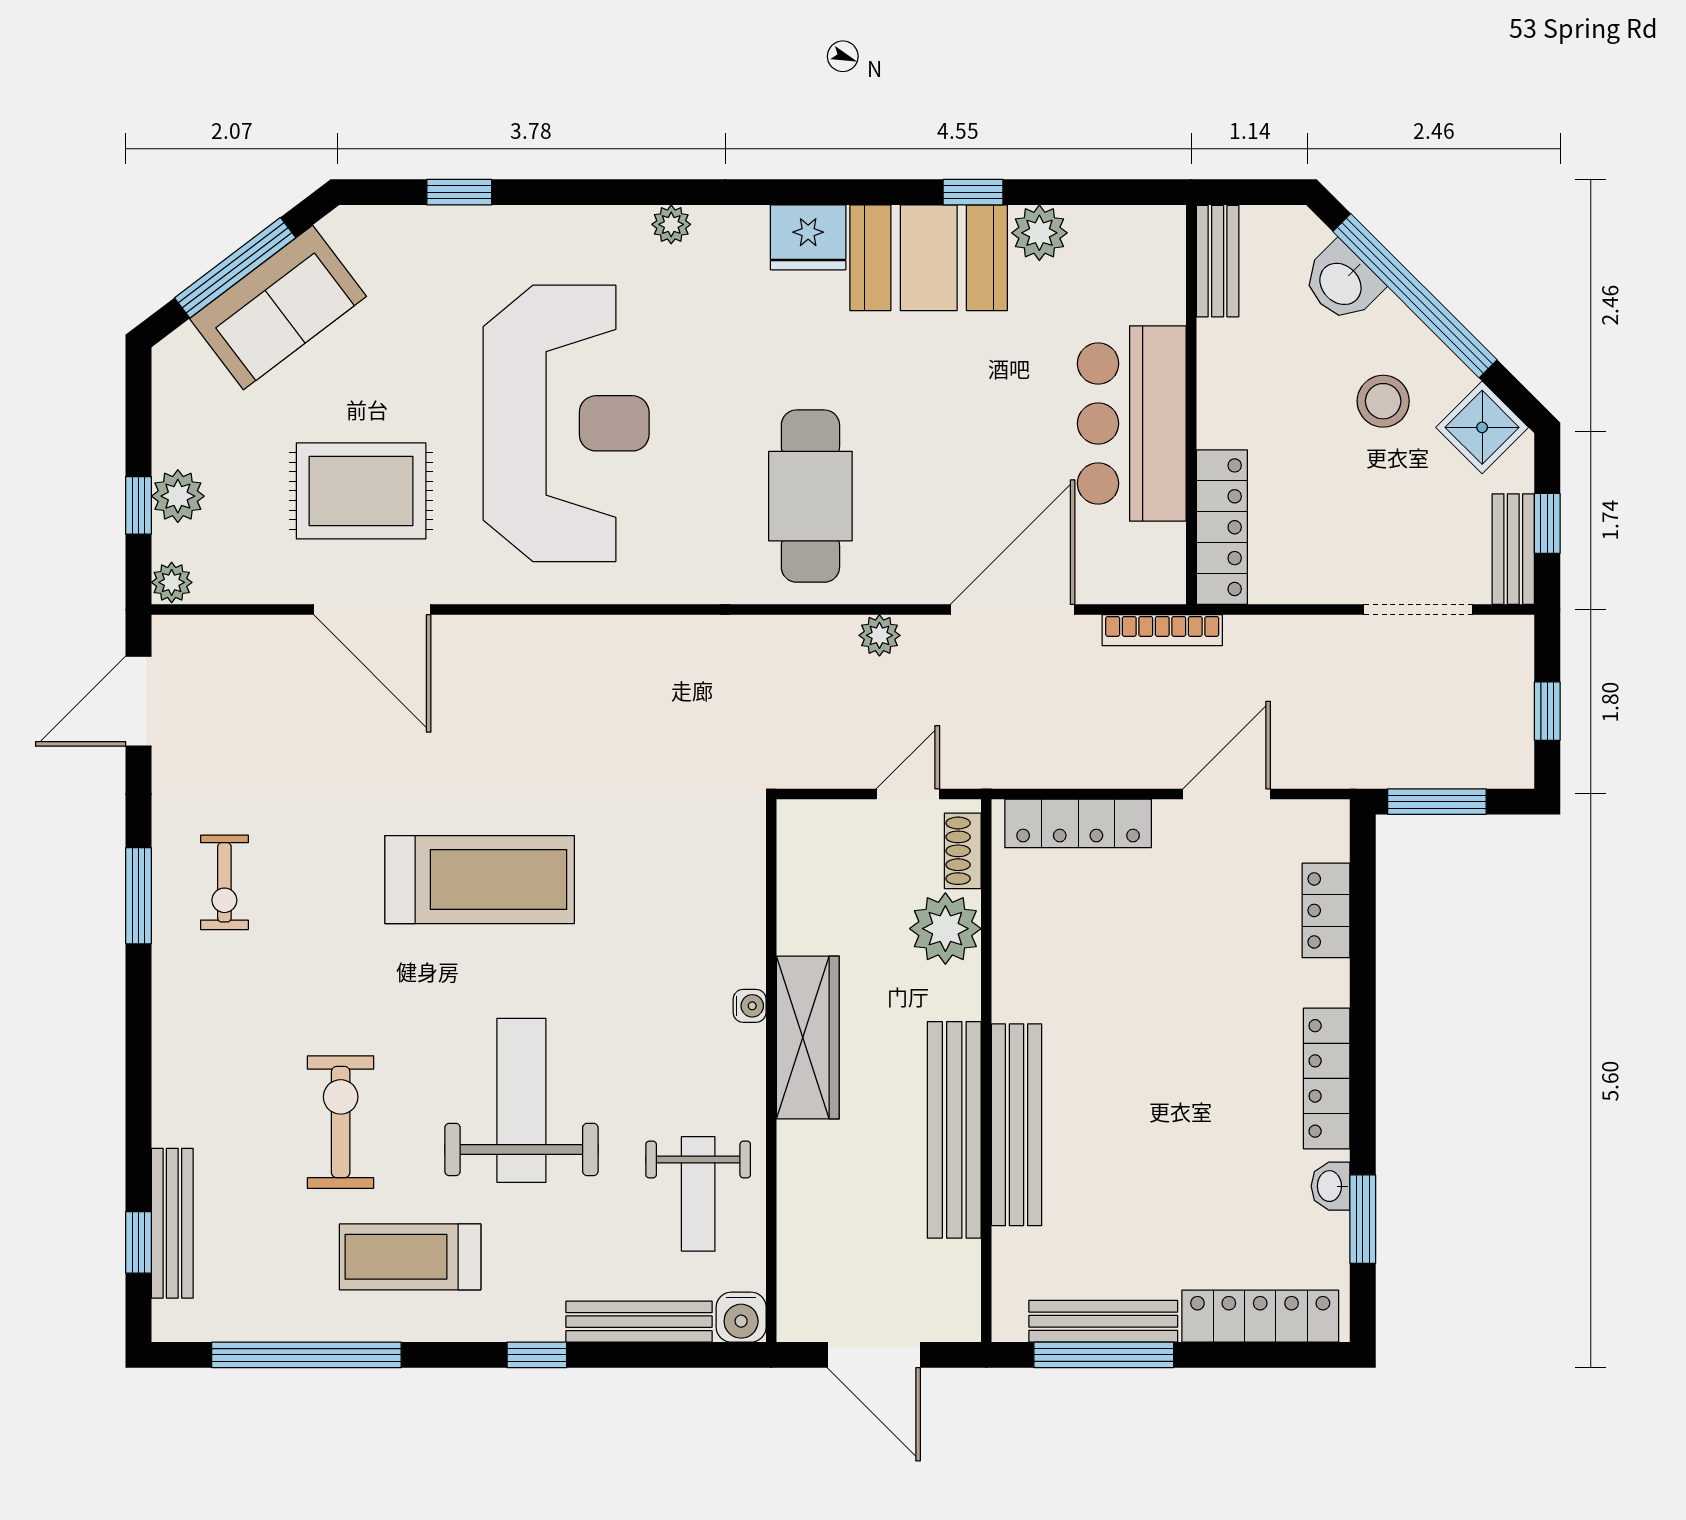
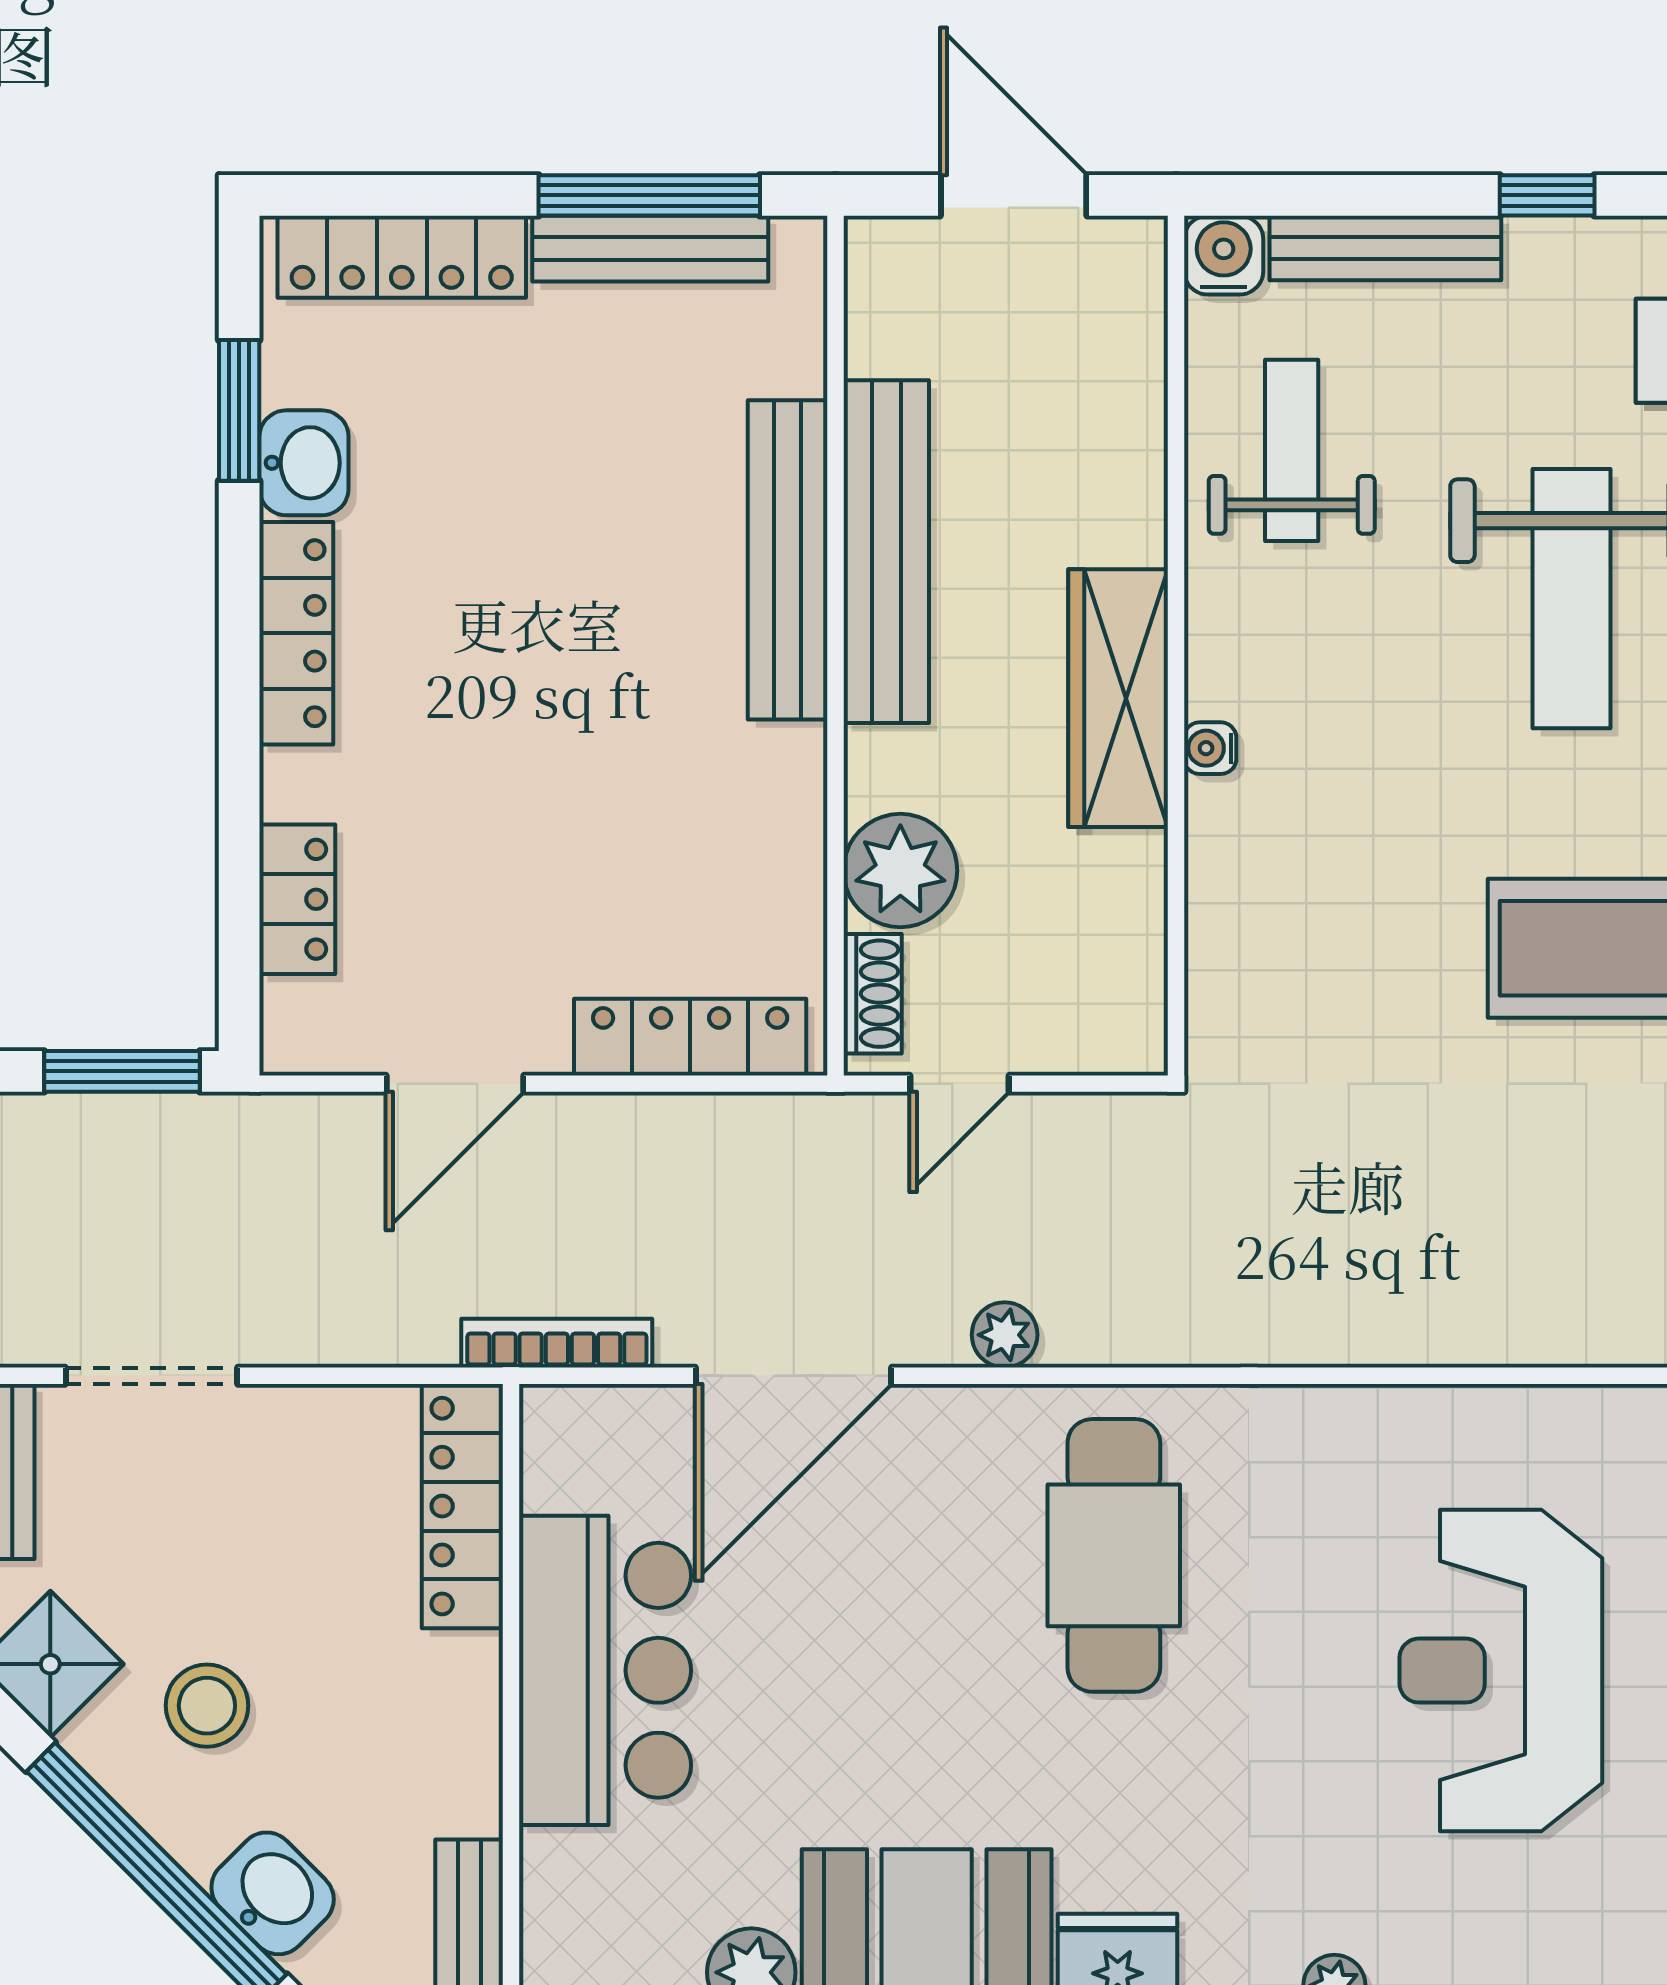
reception desk: (566, 423) -> (1501, 1671), width x0.74, depth x0.77
washbasin: (1331, 1186) -> (304, 463), width x1.38, depth x1.45

